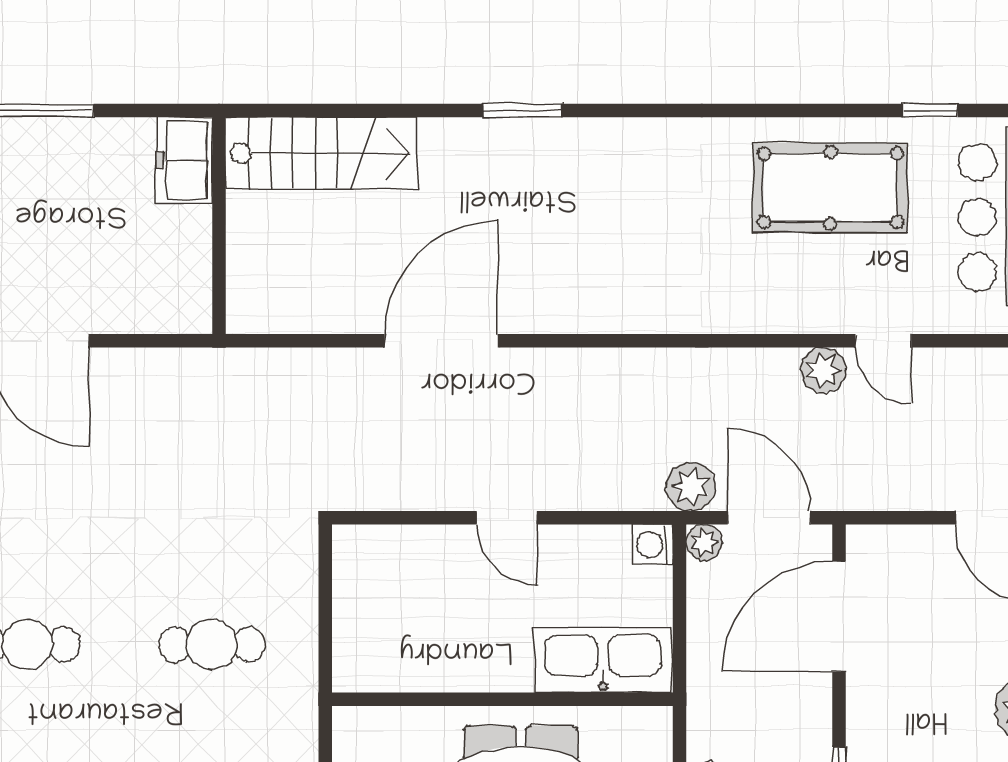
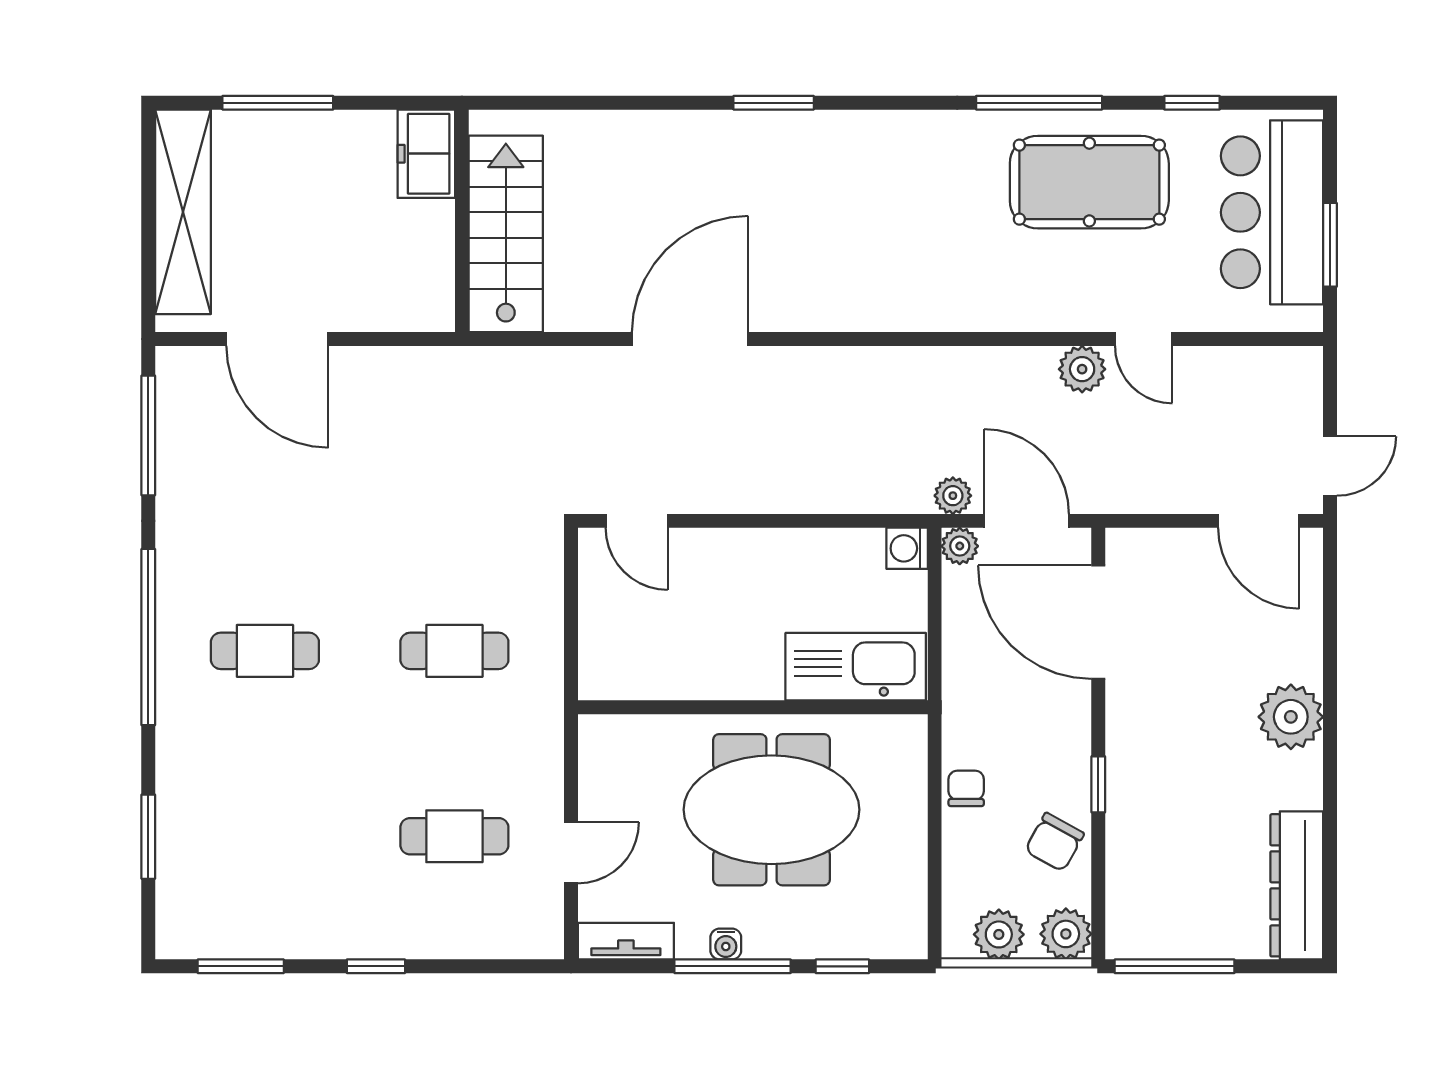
window: (781, 110) -> (1039, 103), added
stairs: (321, 153) -> (506, 234), moved, turned -90
plant: (691, 487) -> (953, 496), width x0.73, depth x0.73
door: (507, 518) -> (637, 521), moved
door: (839, 616) -> (1098, 622), hinge flipped

